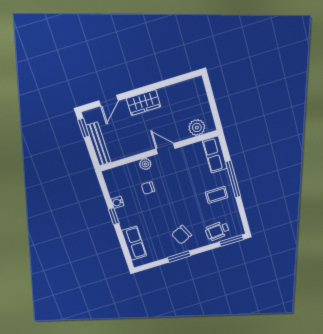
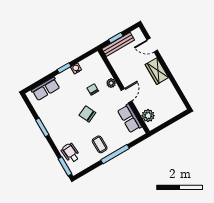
window: (84, 128) -> (116, 38), moved
row of seats: (215, 155) -> (130, 118), moved, turned -90
chair: (182, 235) -> (87, 114), moved

